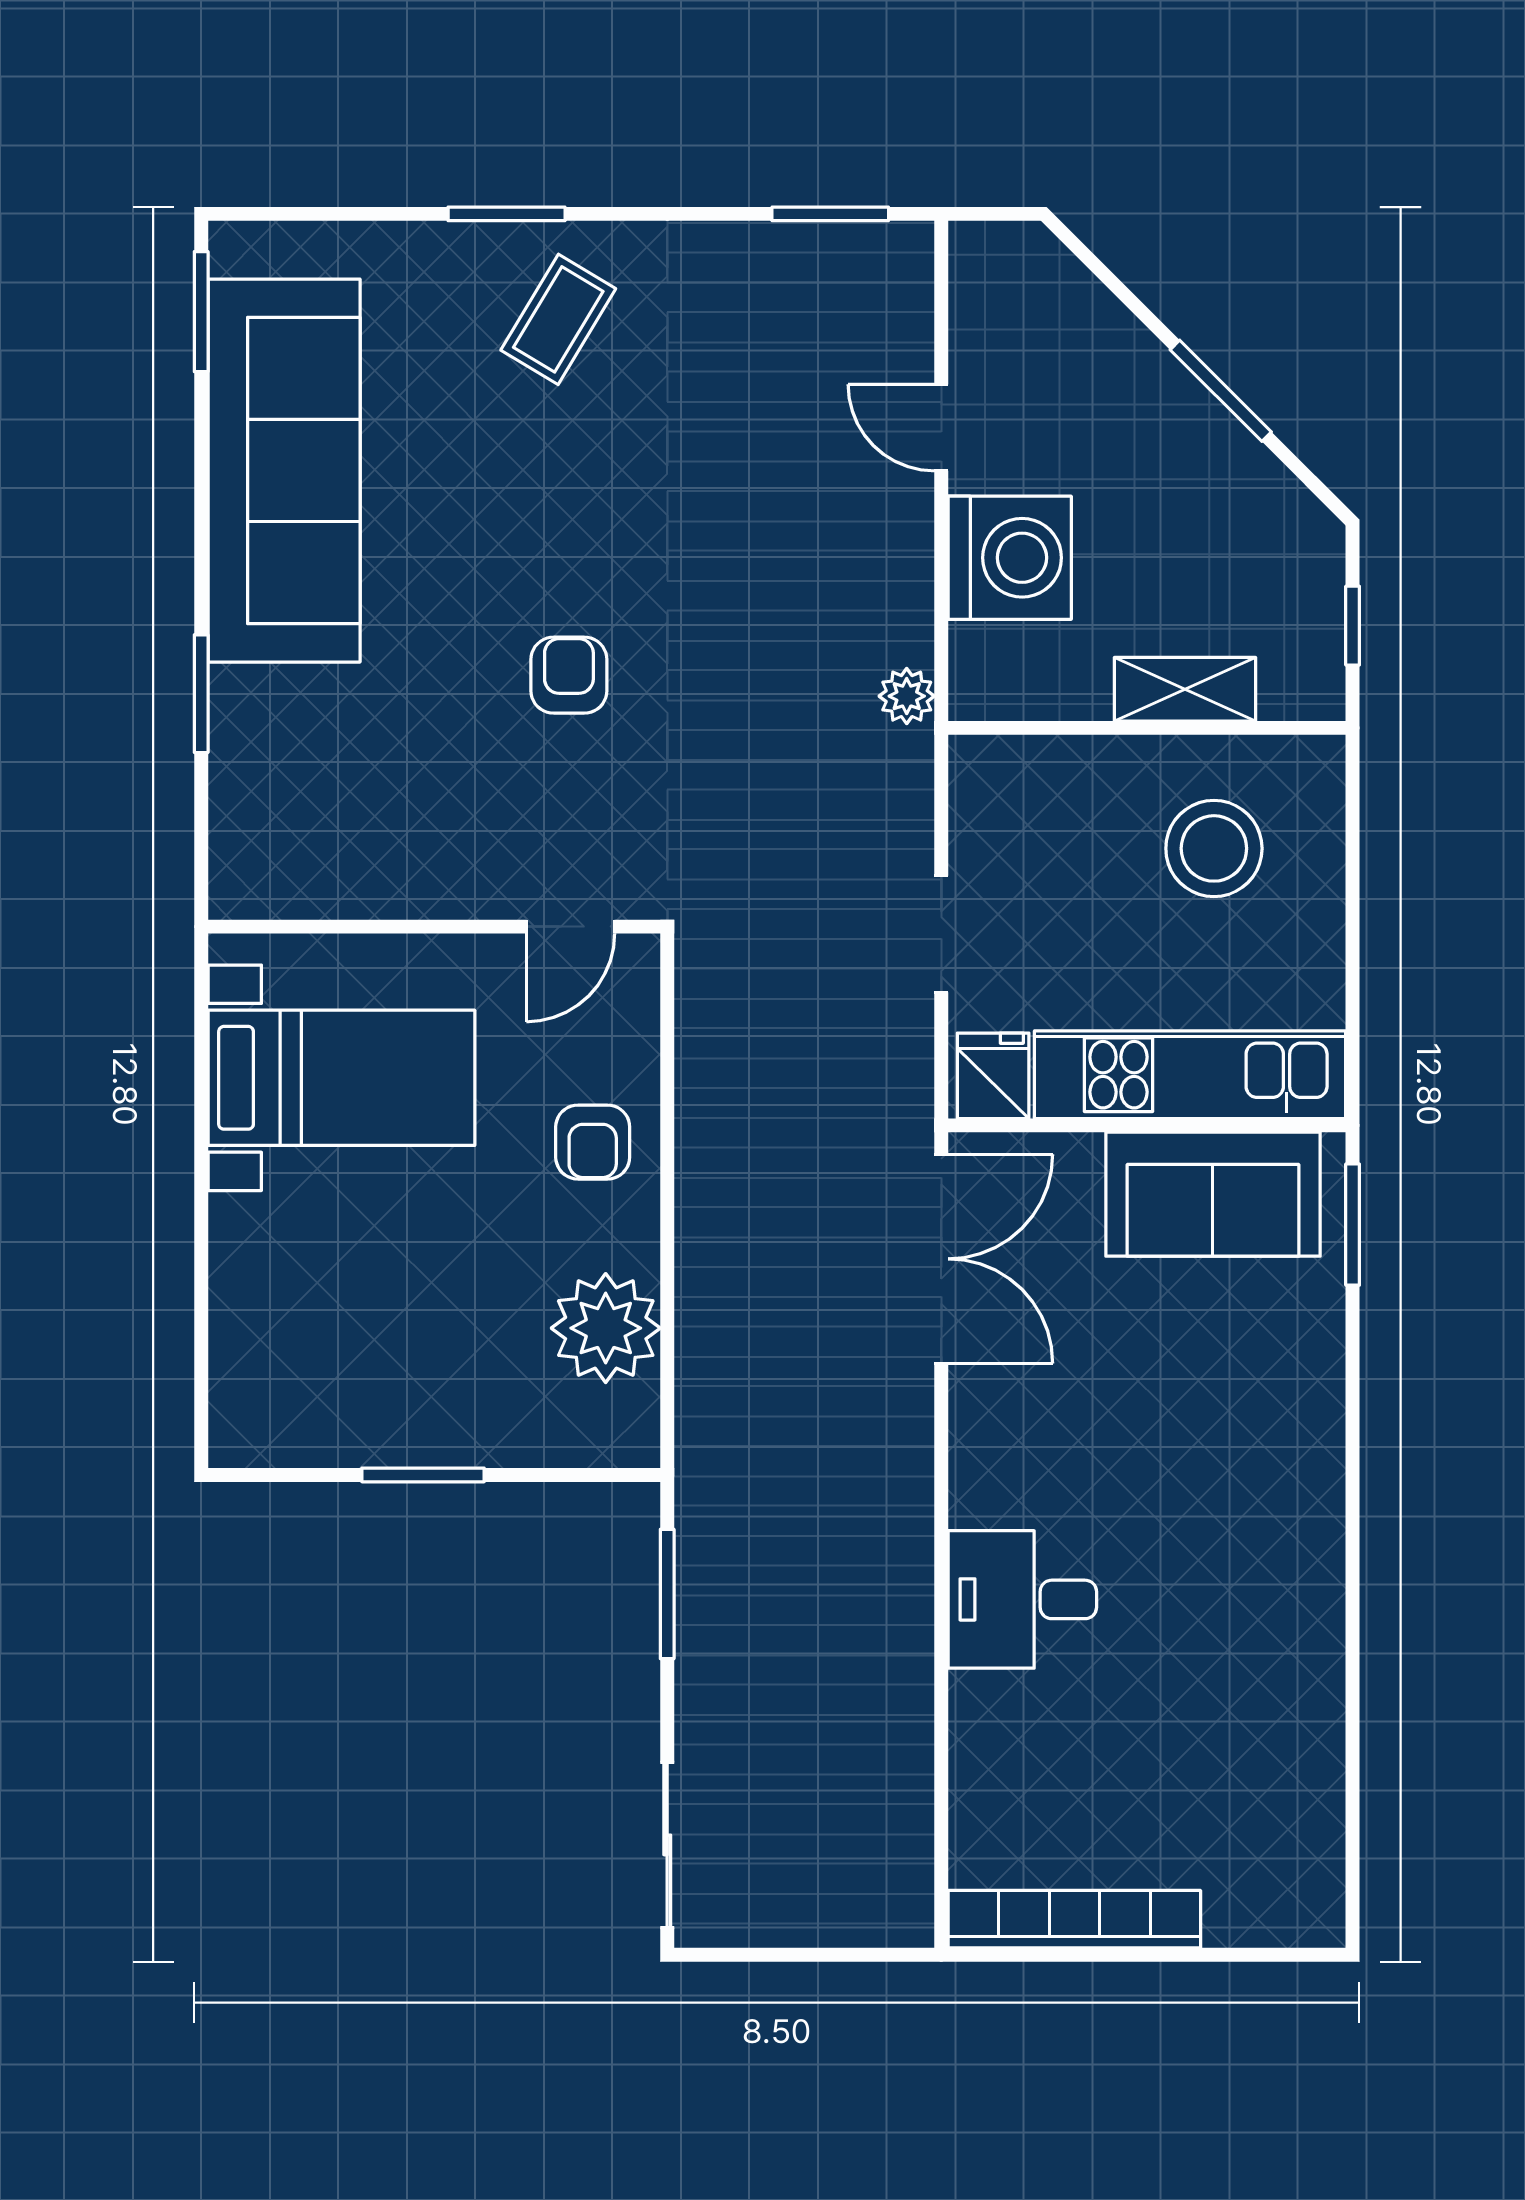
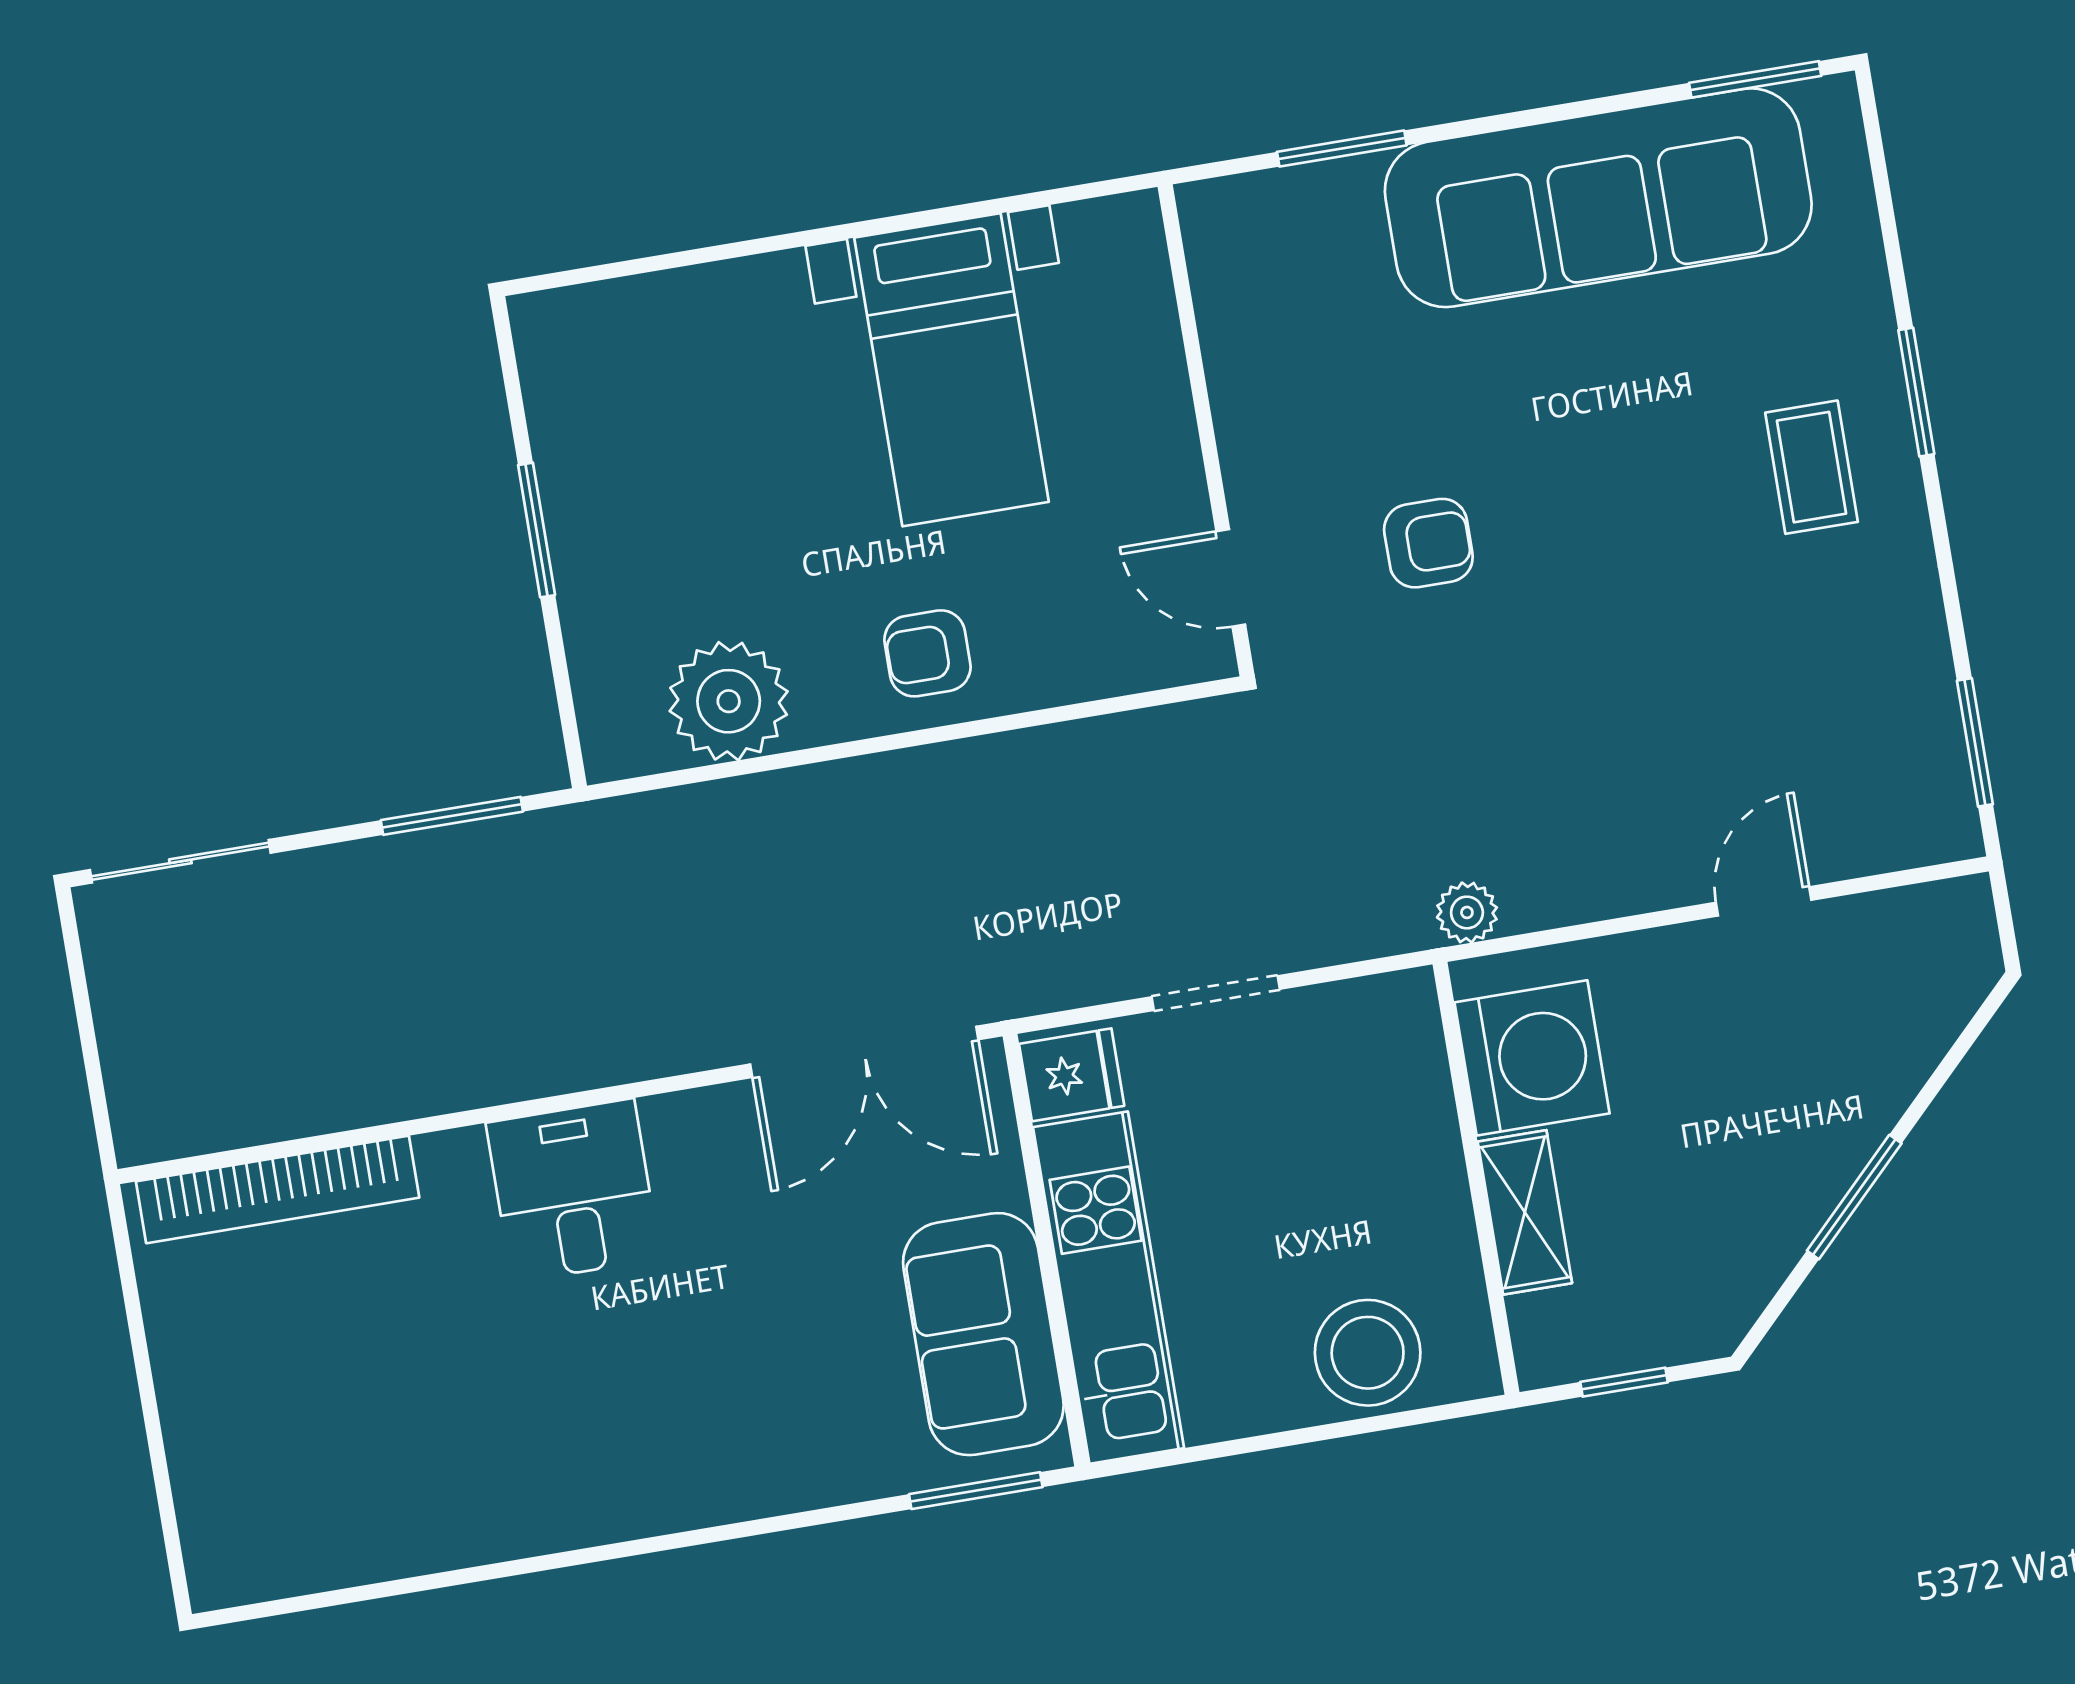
coffee table: (558, 319) -> (1812, 467), turned 59
washing machine: (1010, 558) -> (1532, 1058), moved, turned -90
stool: (1214, 848) -> (1368, 1353), moved
wall: (434, 927) -> (1206, 430), moved
door: (570, 927) -> (1231, 578), moved
desk: (1022, 1599) -> (573, 1191), moved
bookcase: (1074, 1919) -> (278, 1190), moved, turned 90

